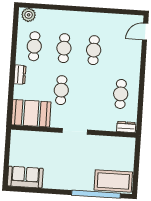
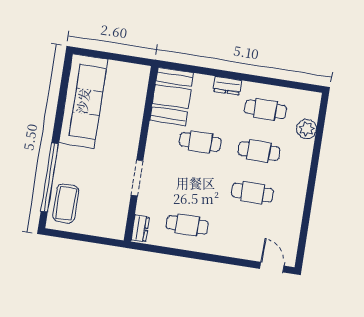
plant: (29, 15) -> (307, 129), moved
doorway: (75, 131) -> (137, 178), moved
sofa: (25, 177) -> (83, 101), width x1.85, depth x1.27
coffee table: (113, 181) -> (66, 203), width x0.73, depth x0.76

